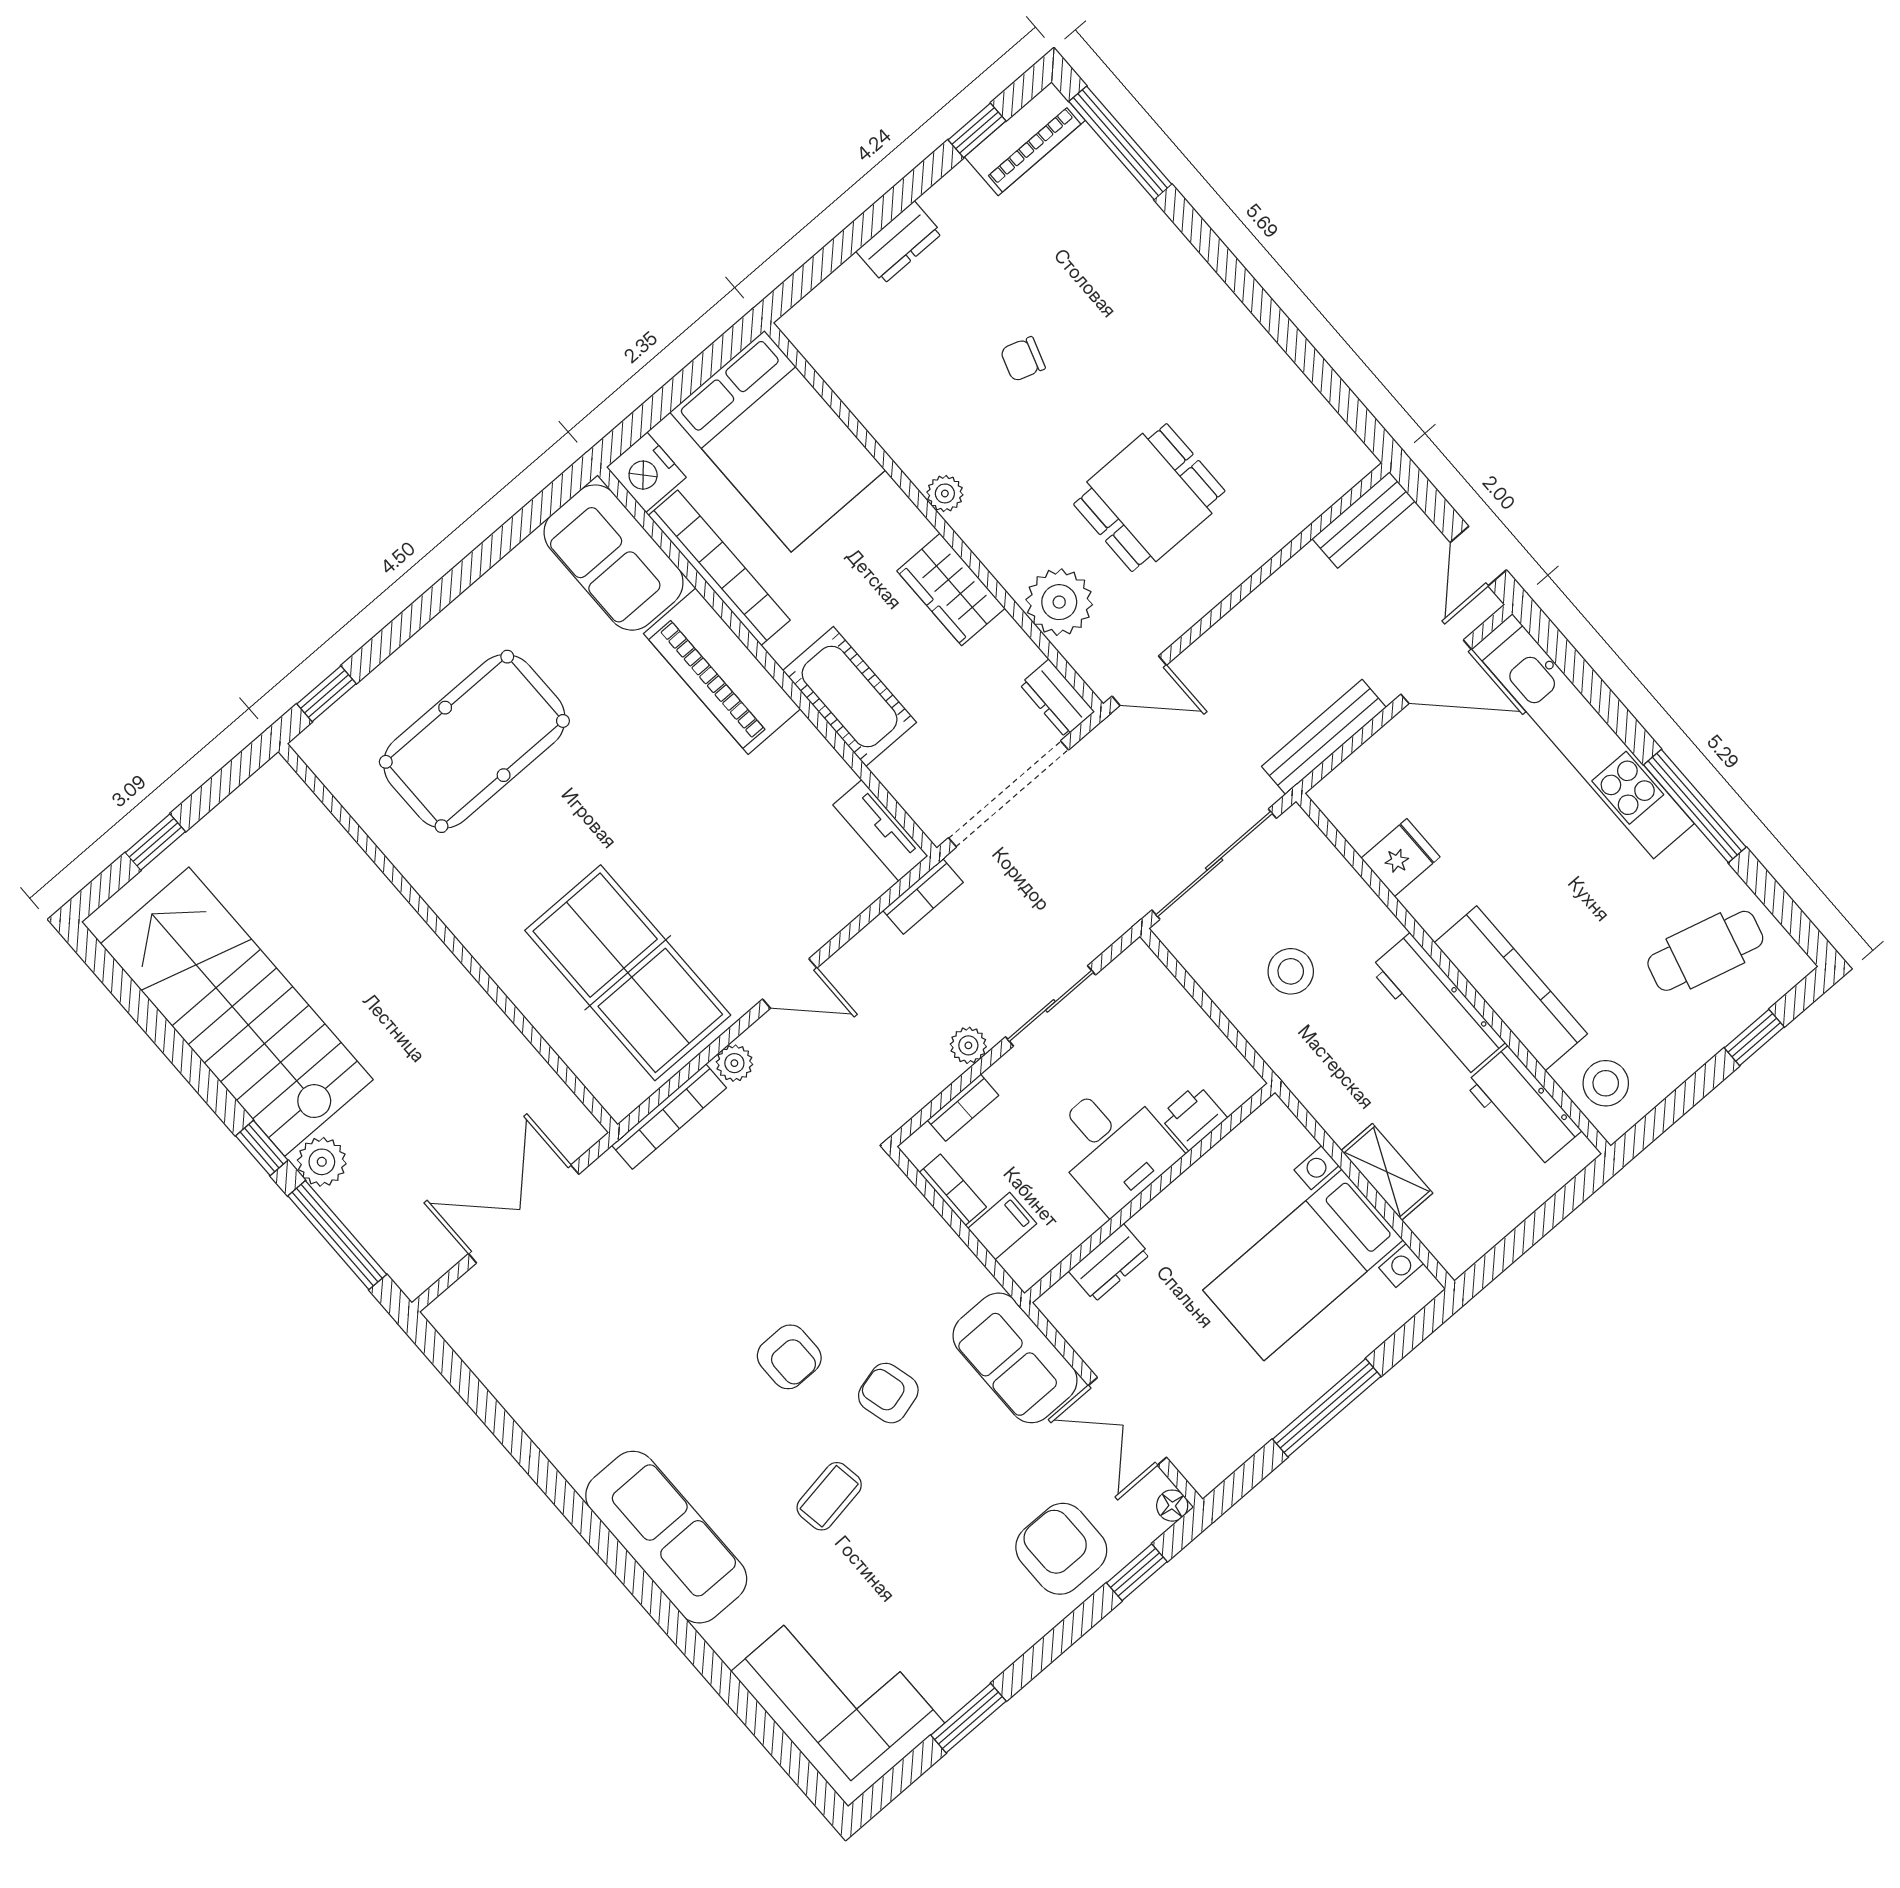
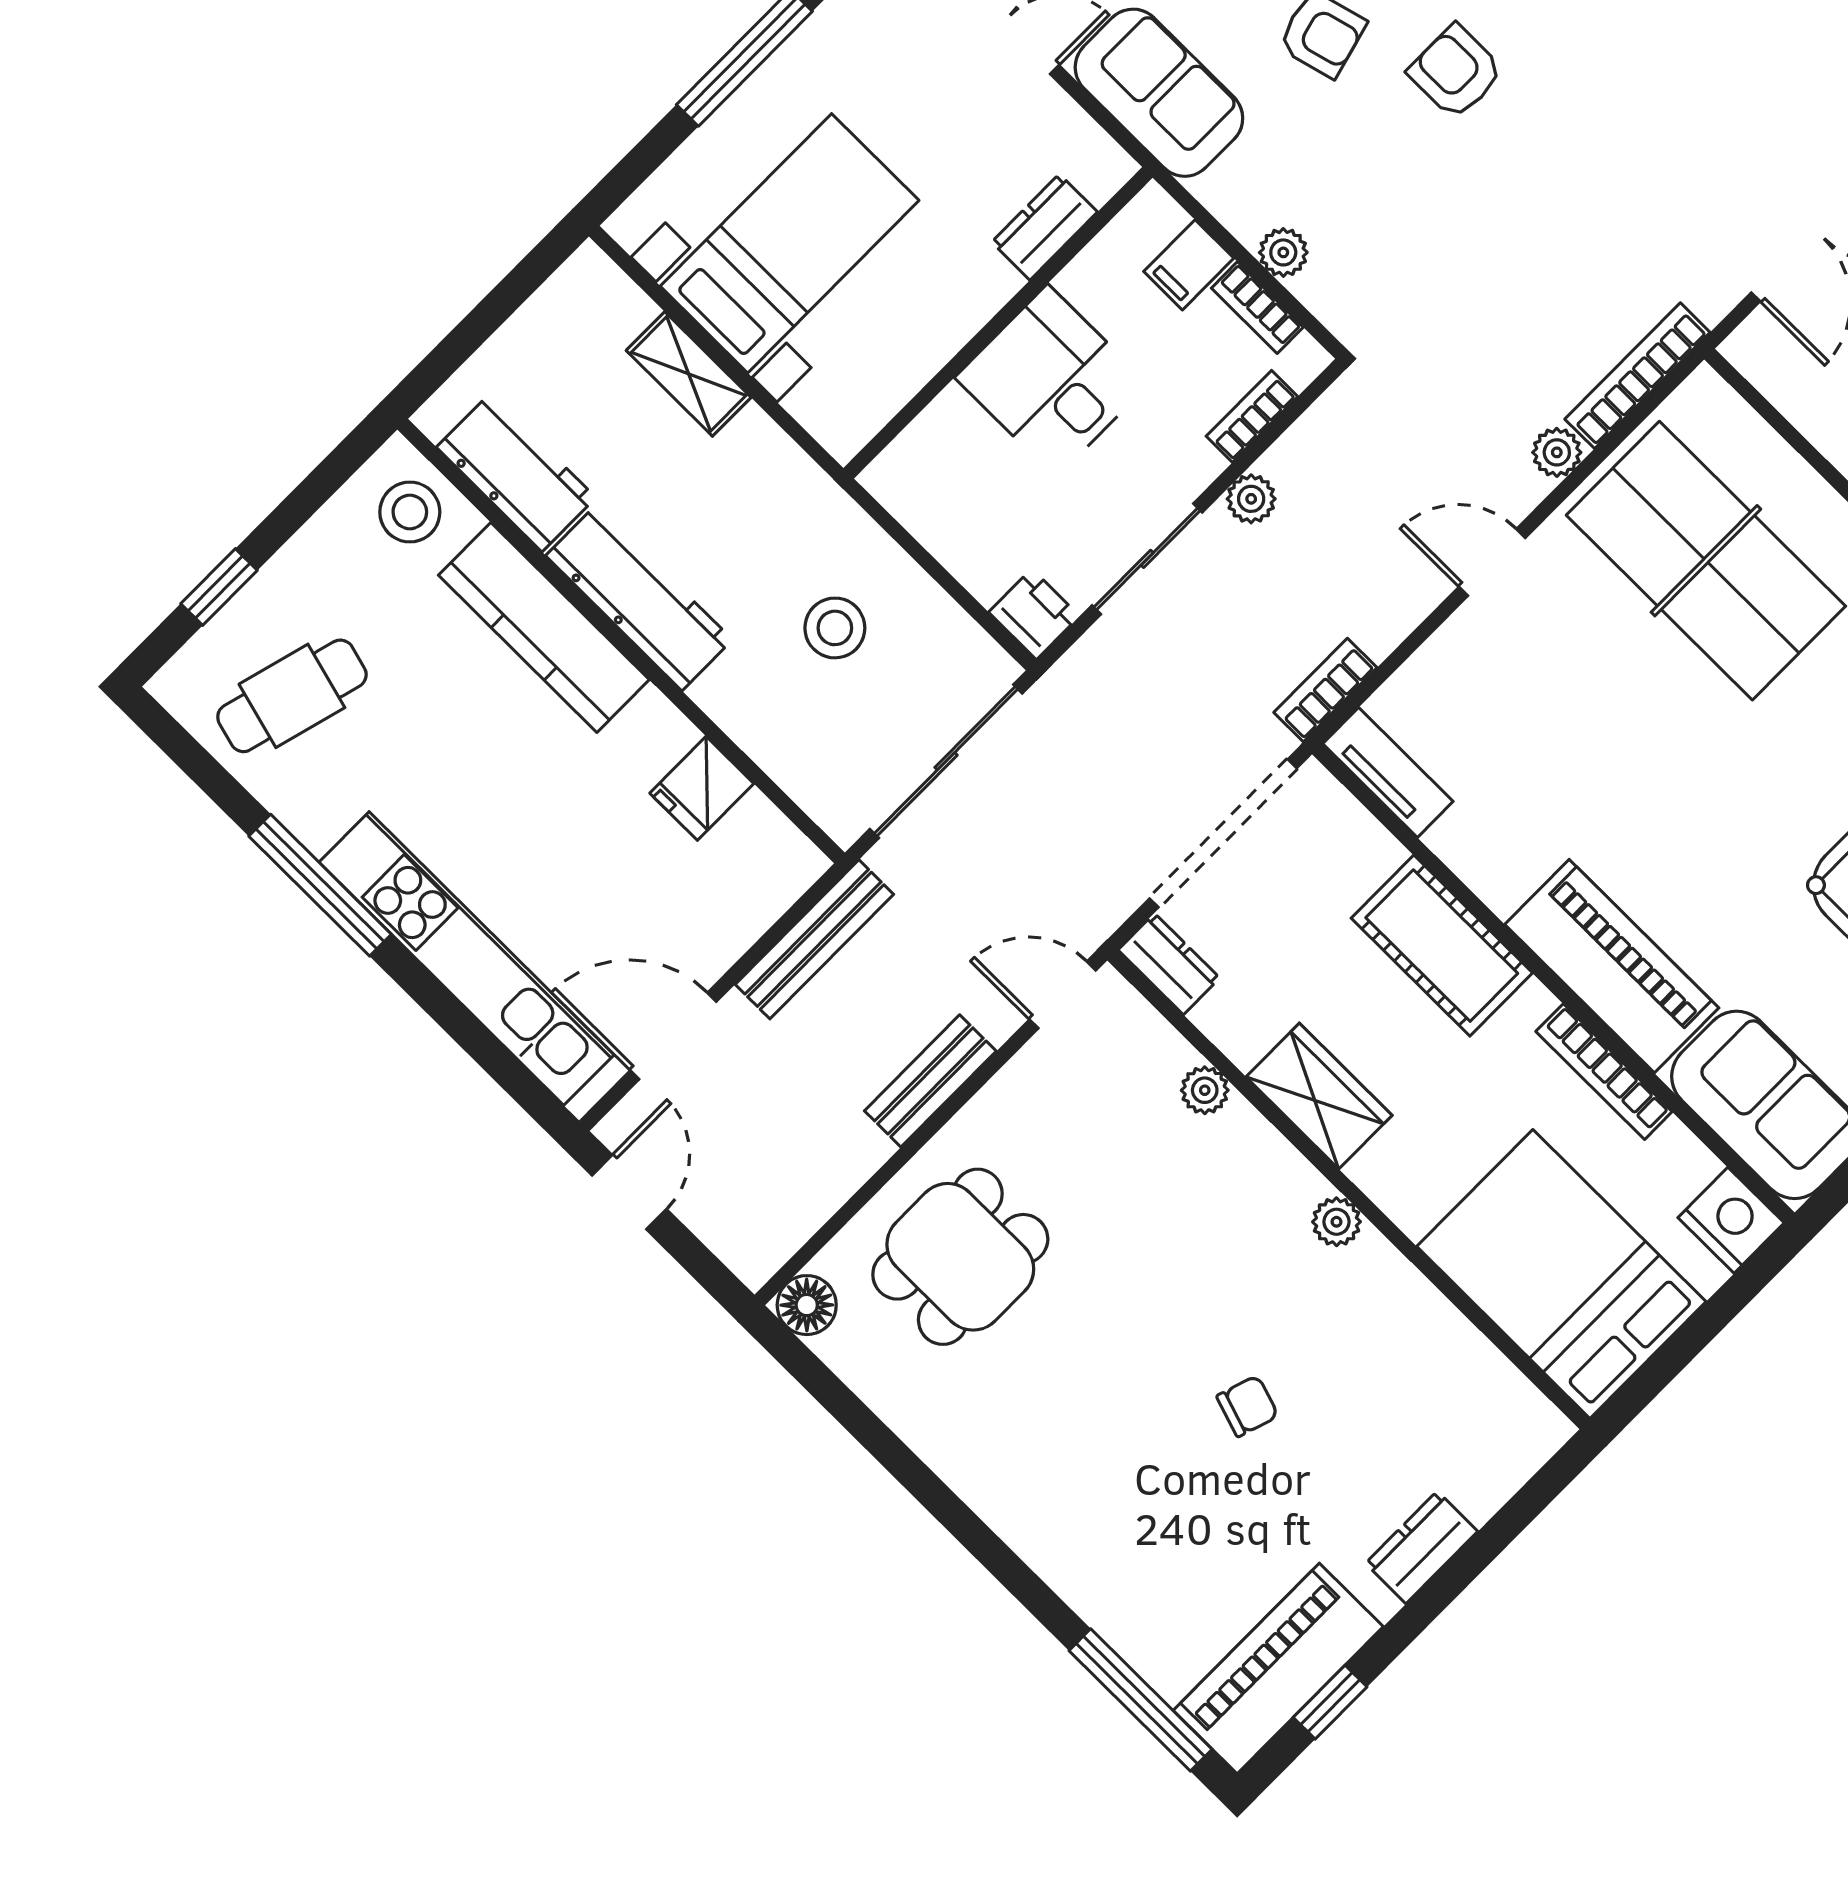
piano: (1025, 139) -> (1278, 1669), width x1.37, depth x1.33
floor lamp: (1350, 461) -> (807, 1305), added
dining table: (1149, 498) -> (960, 1257), moved
bench: (1363, 520) -> (930, 1081), moved
bookcase: (719, 568) -> (1604, 1072), width x0.68, depth x0.76
plant: (1059, 602) -> (1205, 1090), width x0.53, depth x0.53
printer: (1193, 1117) -> (1034, 614), moved, turned -90
plant: (930, 1230) -> (1283, 252), added

